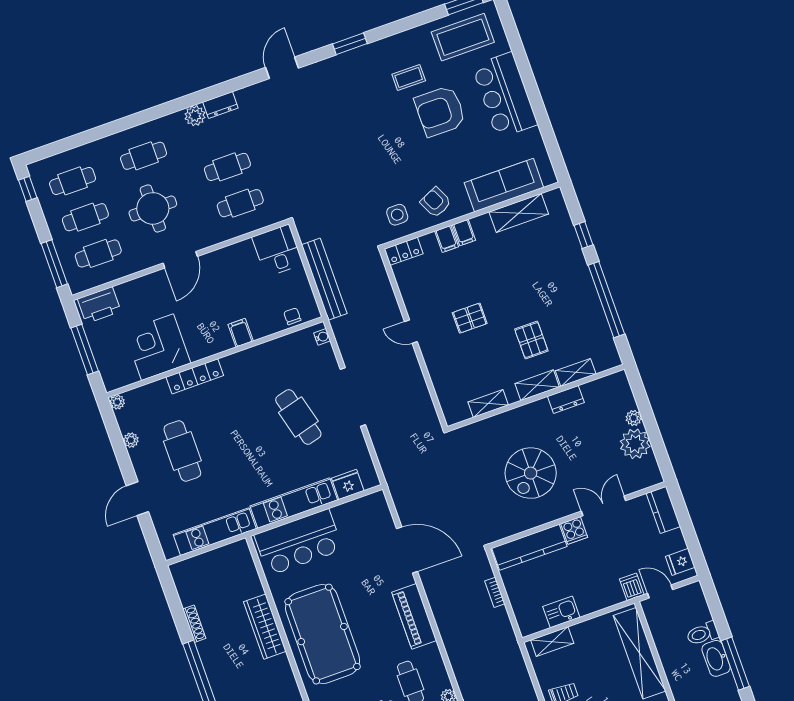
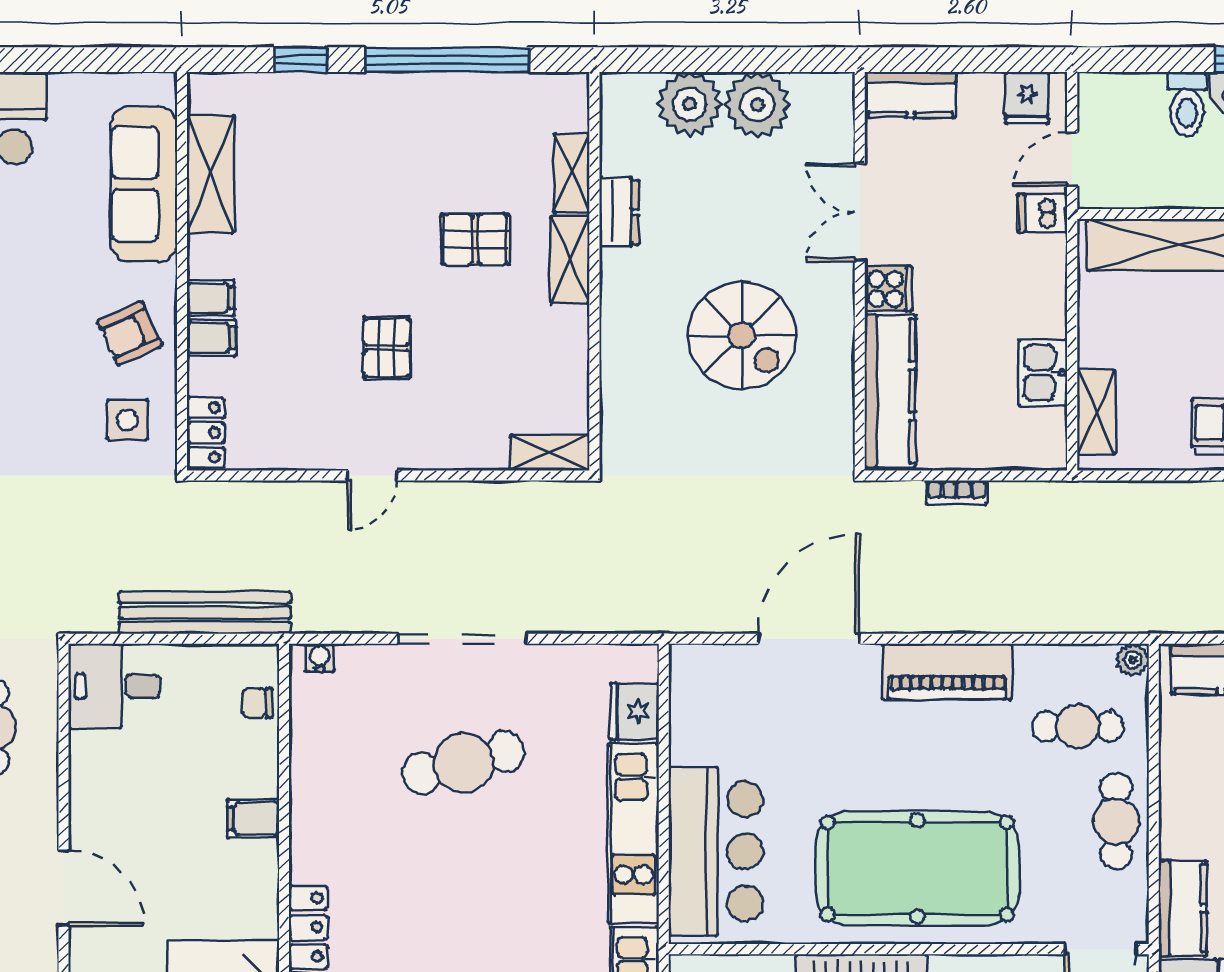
shelving: (488, 403) -> (550, 453), moved, turned 90
plant: (634, 418) -> (690, 104), width x1.88, depth x1.88

